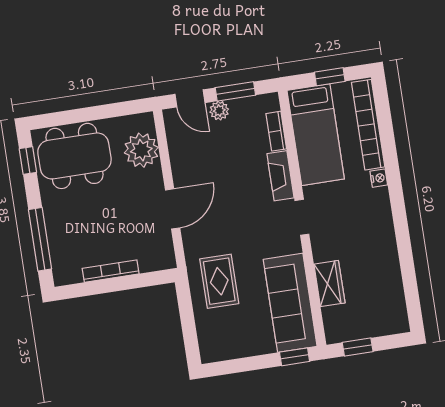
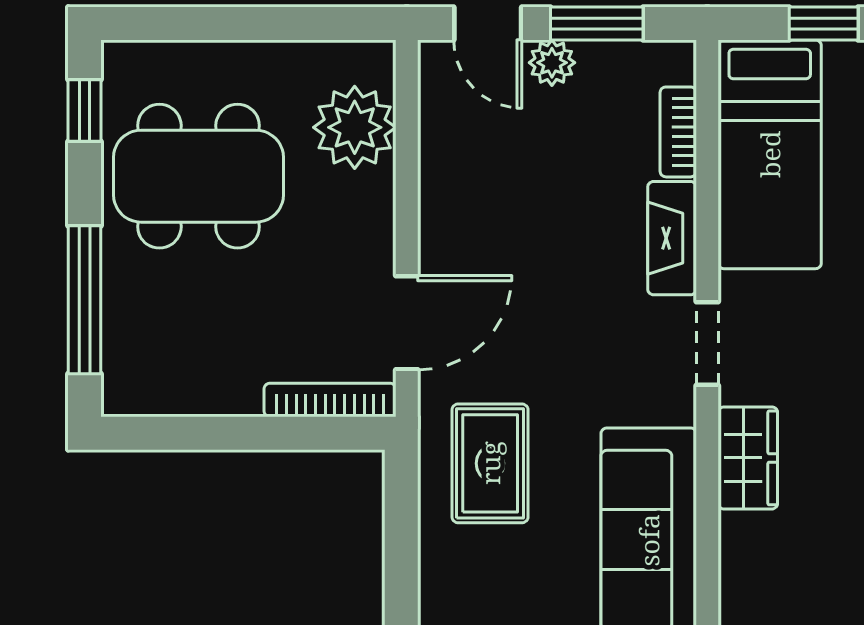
dining table: (74, 156) -> (198, 176), moved
door: (173, 209) -> (407, 323), moved
bookcase: (111, 271) -> (330, 400), moved
wardrobe: (329, 284) -> (748, 458), moved

